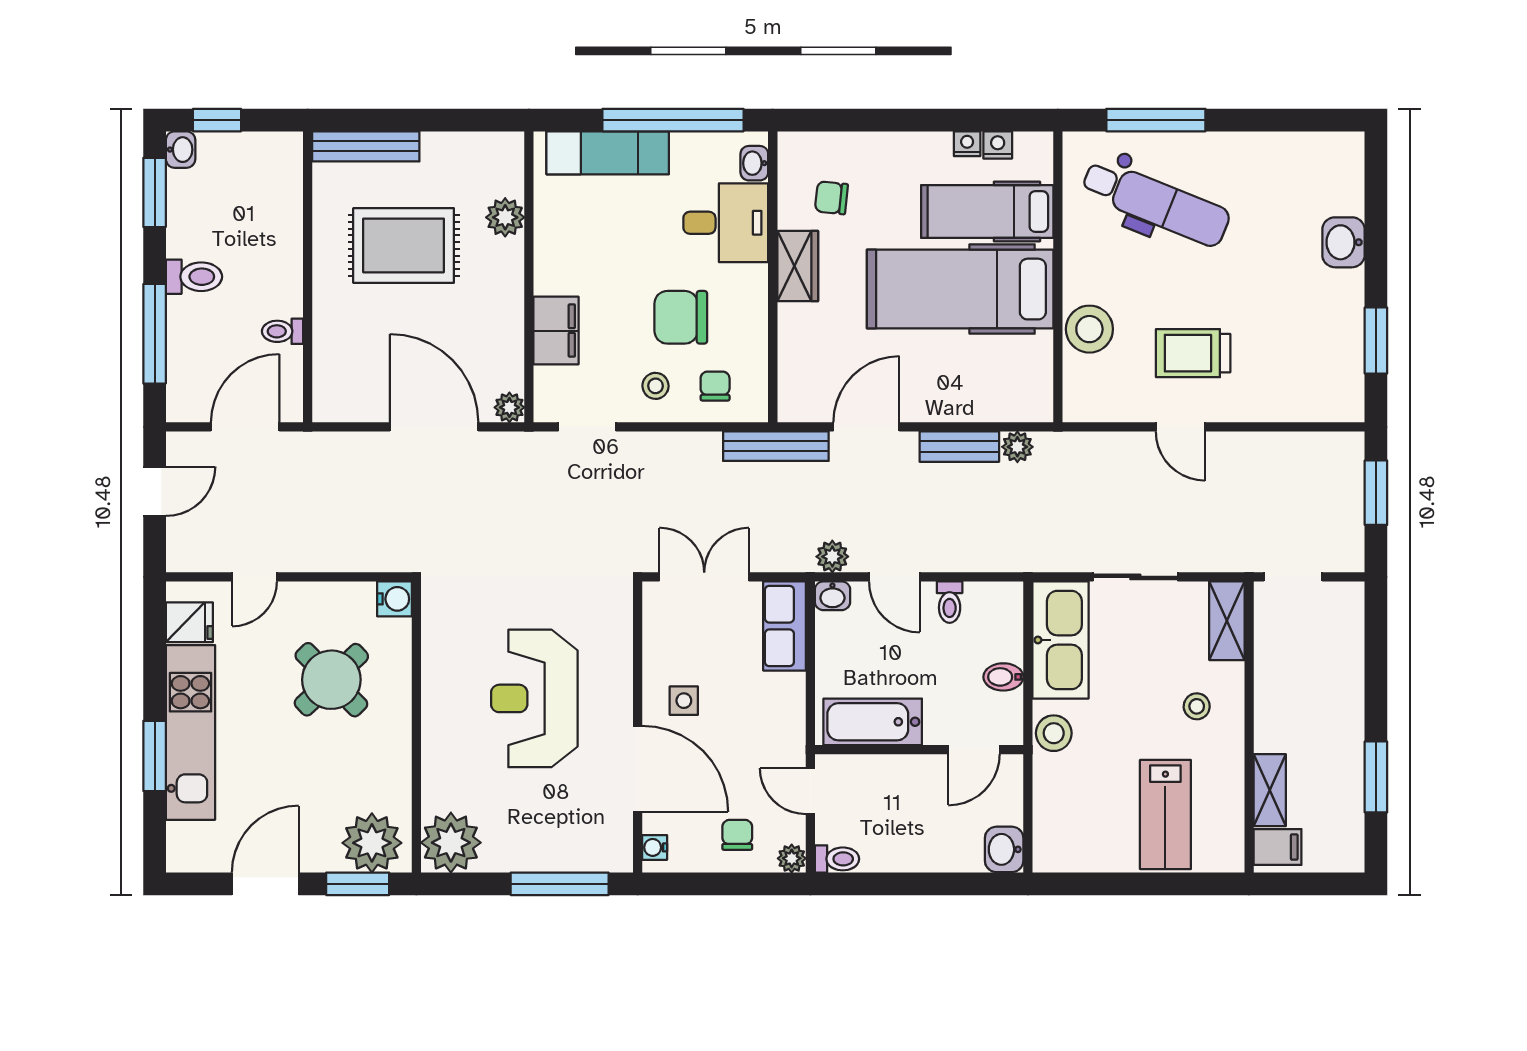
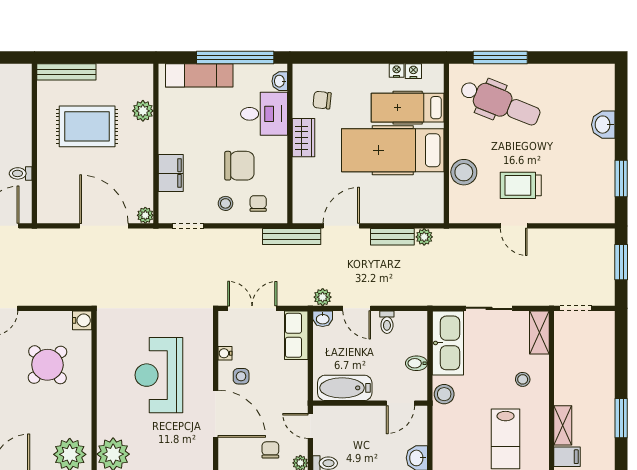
chair: (681, 317) -> (239, 166), turned 180
water cooler: (655, 847) -> (225, 353), moved

